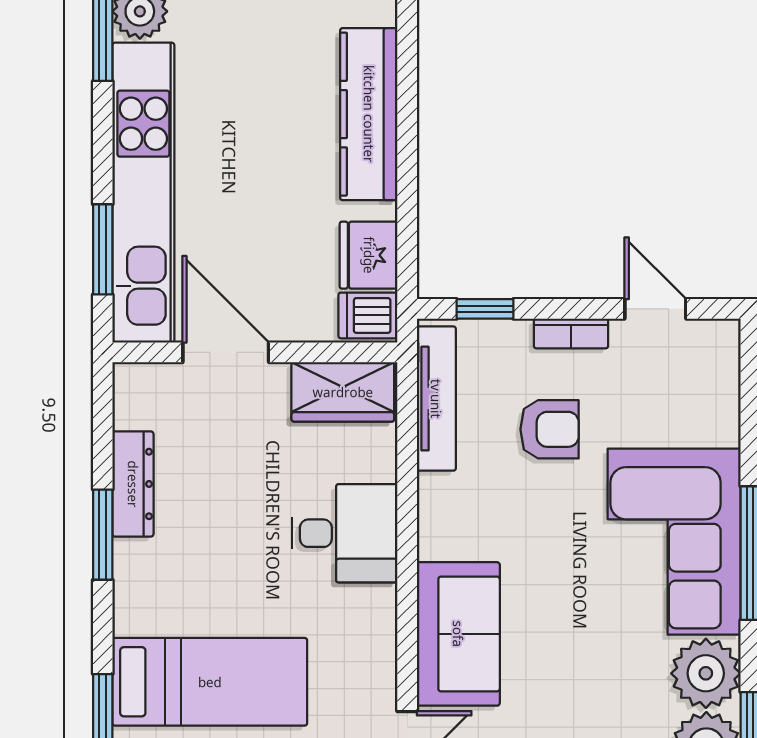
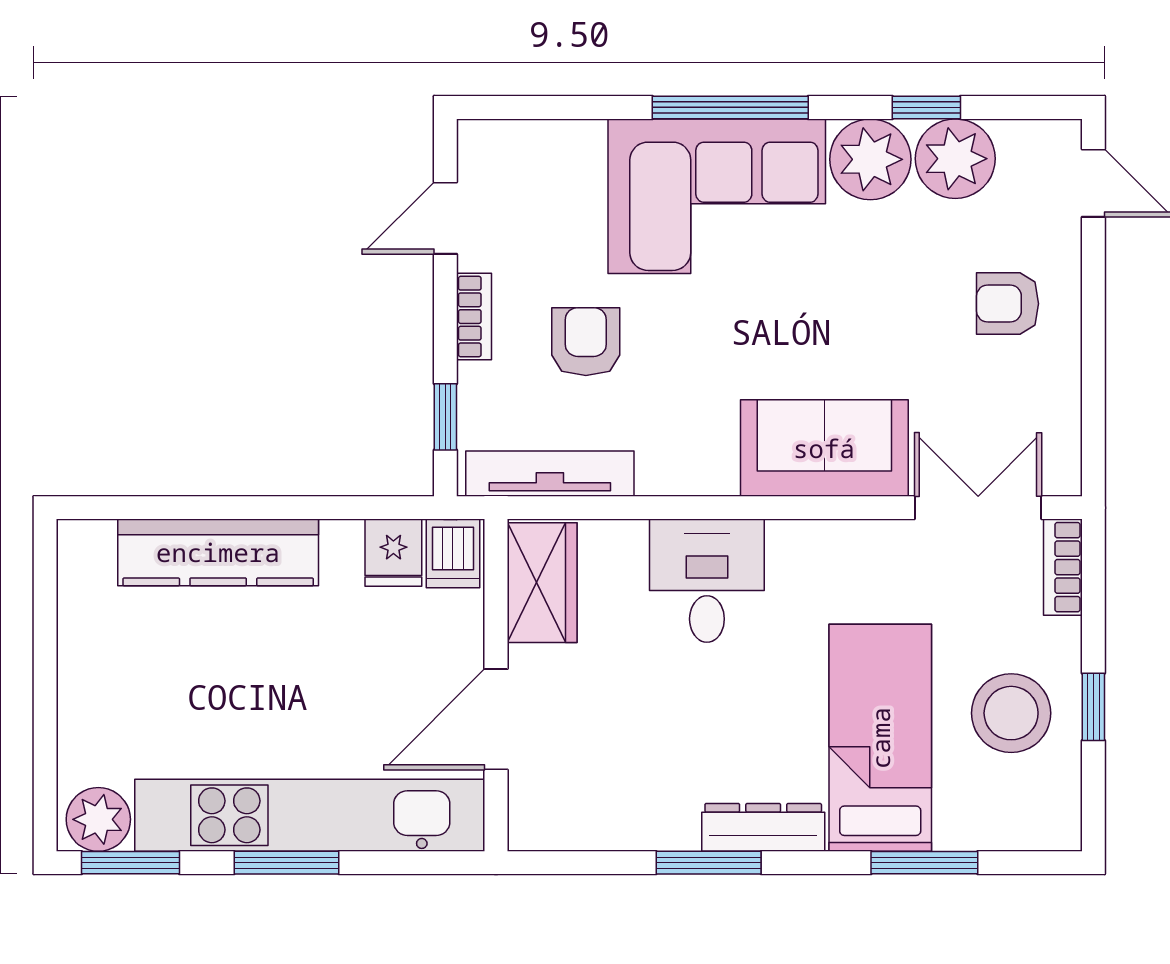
window: (103, 249) -> (287, 863), moved
fridge: (369, 255) -> (393, 553), width x0.72
dresser: (133, 484) -> (763, 827), moved

